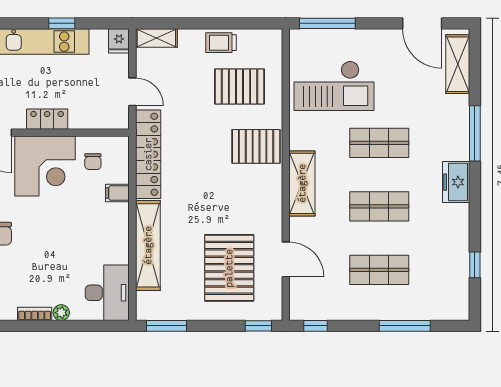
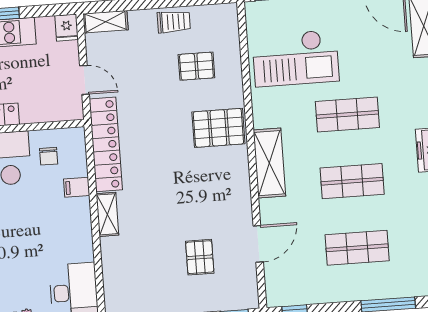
trolley: (221, 43) -> (174, 22), turned 180
pallet: (240, 86) -> (196, 66), width x0.67, depth x0.71
shelving: (148, 245) -> (107, 214), width x0.45, depth x0.75
door: (286, 259) -> (258, 244), hinge flipped
pallet: (229, 268) -> (200, 257), width x0.49, depth x0.50

